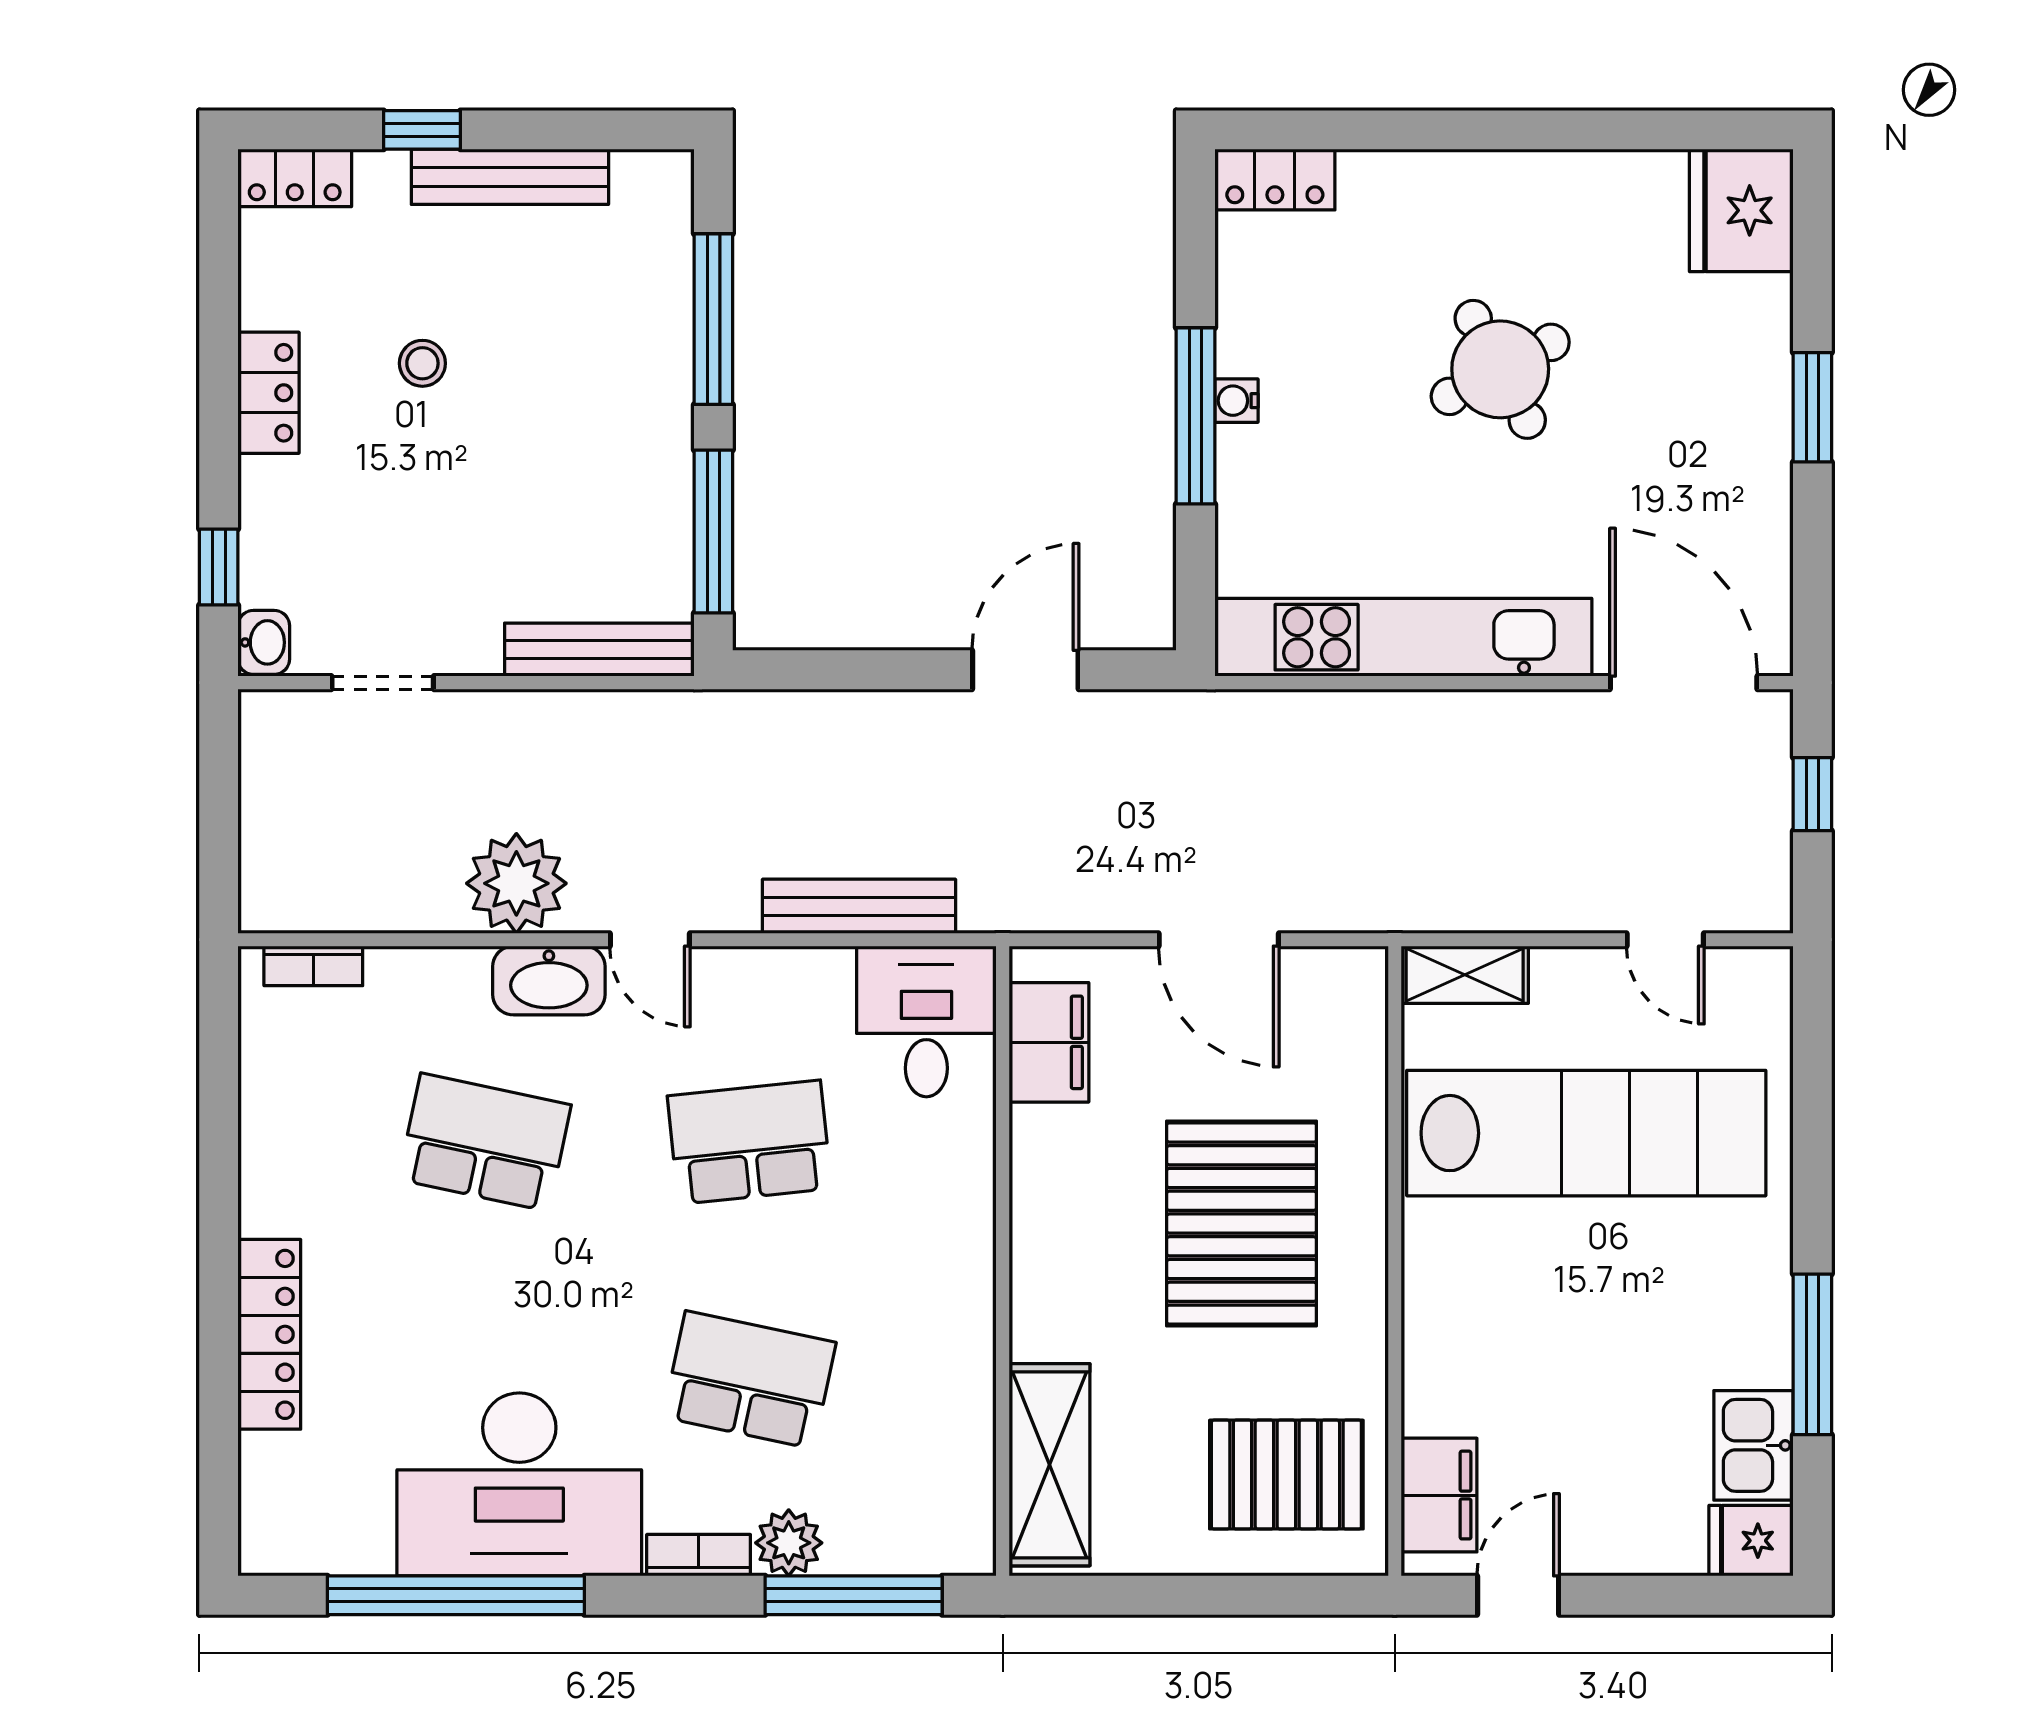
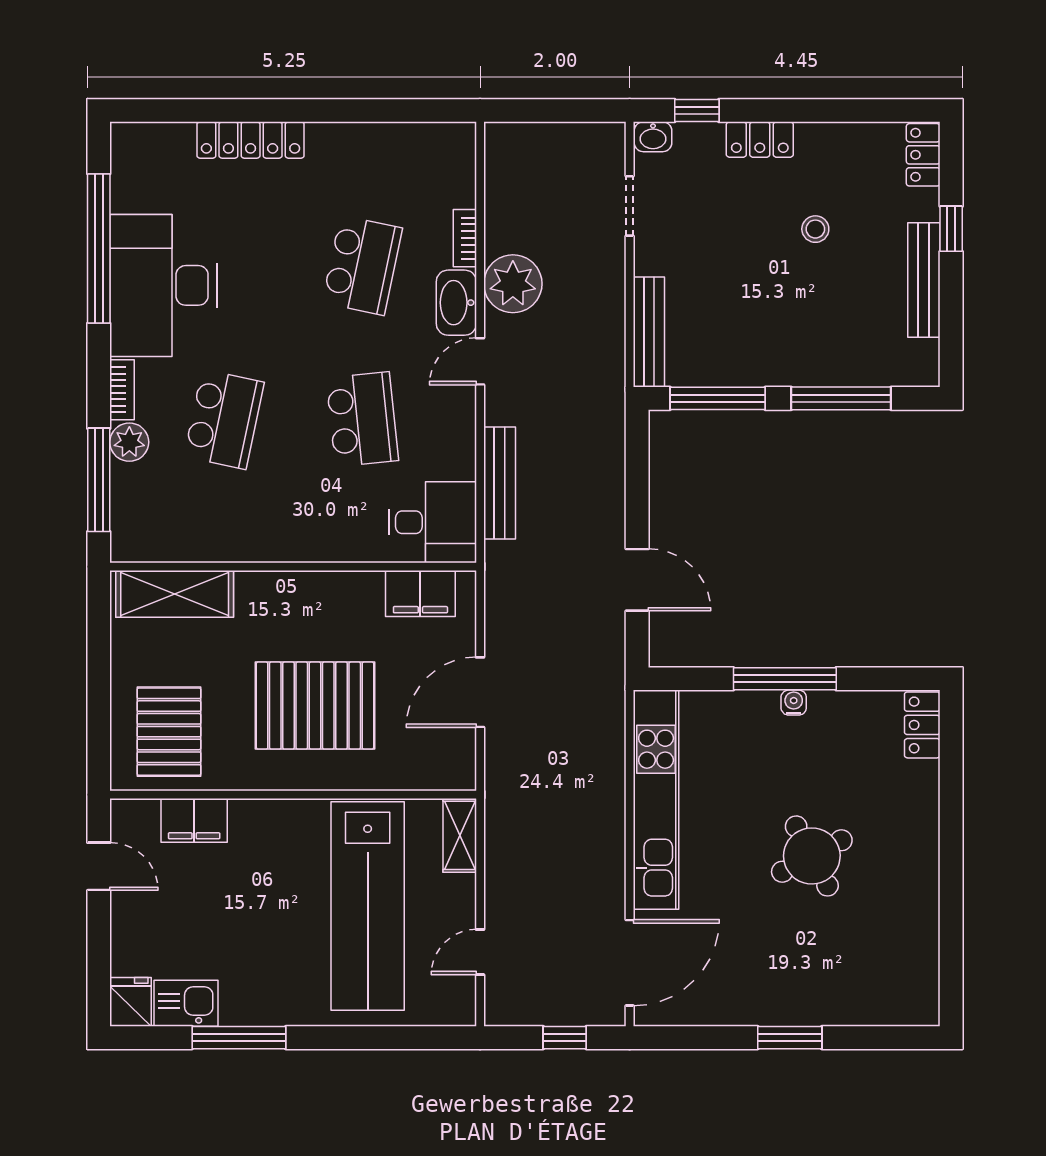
fridge: (1741, 210) -> (904, 996), removed
locker: (268, 393) -> (760, 140), moved
bookcase: (313, 966) -> (465, 238), moved
filing cabinet: (1439, 1495) -> (194, 820), moved

